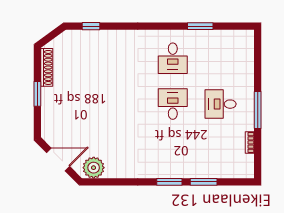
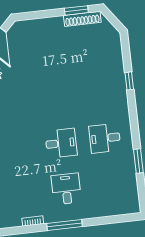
window: (91, 26) -> (129, 81), moved
window: (37, 94) -> (76, 10), moved

